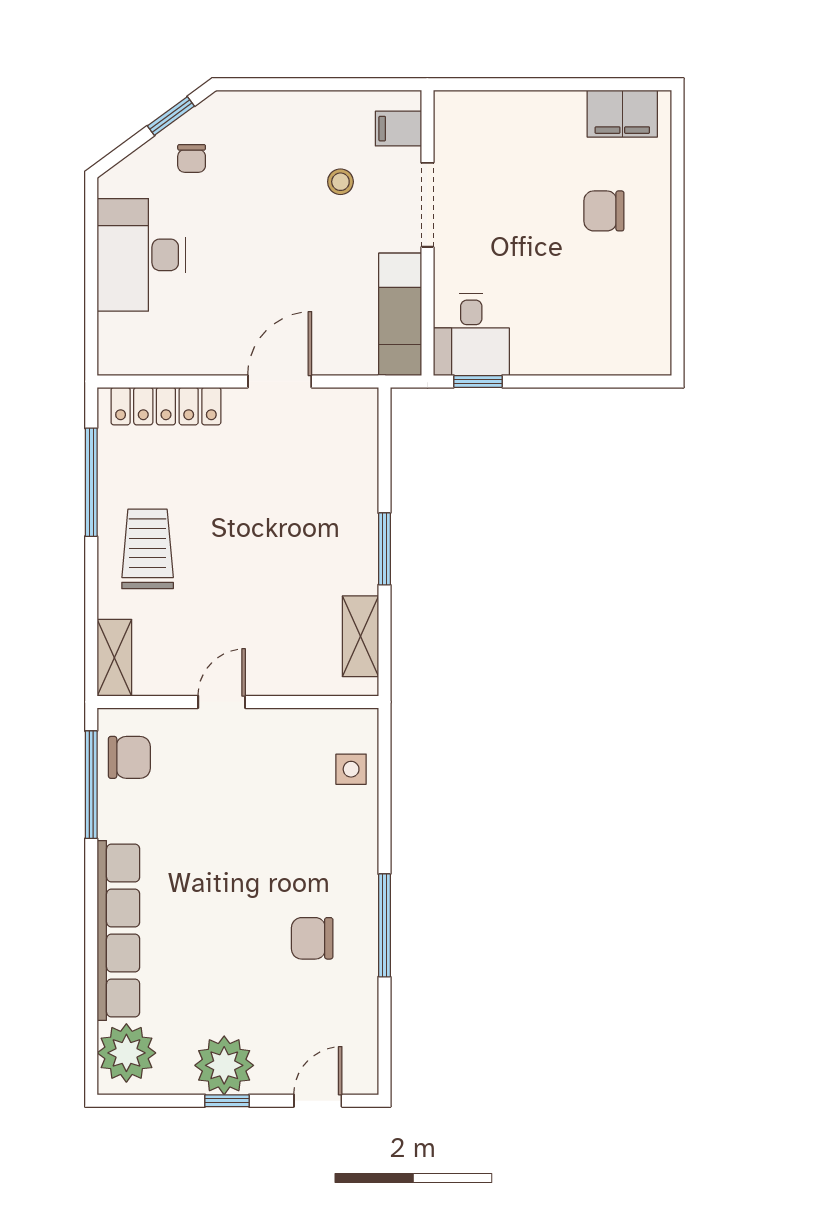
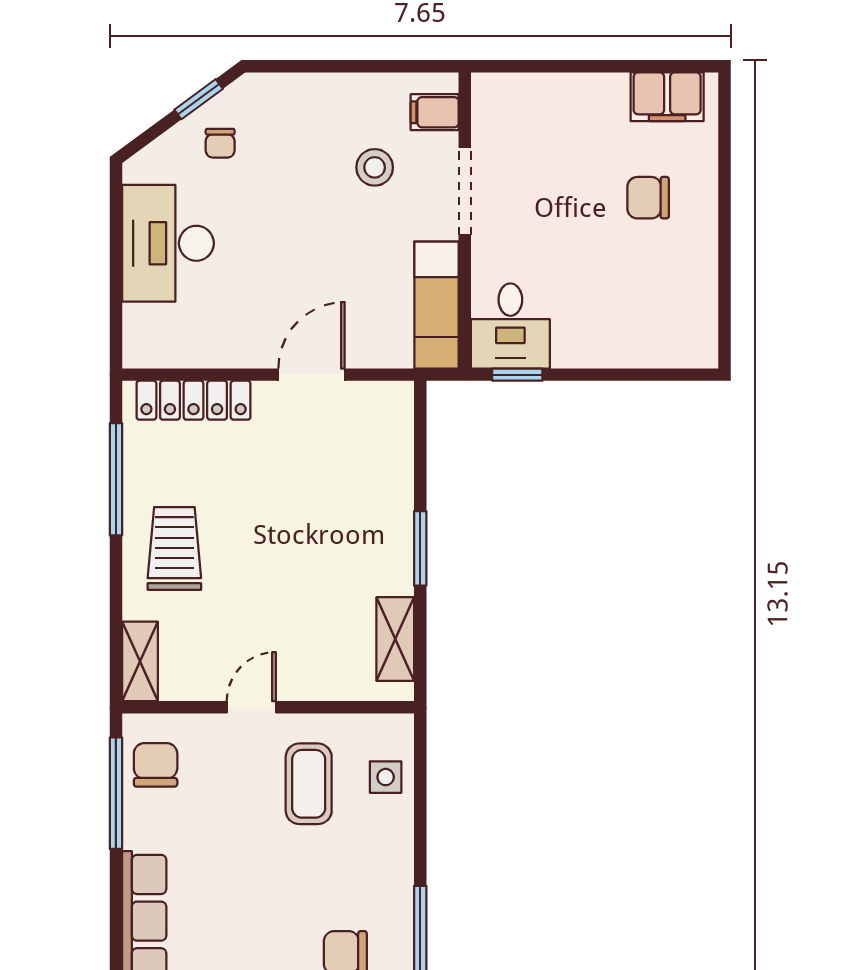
stool: (340, 182) -> (375, 167), width x1.37, depth x1.37
chair: (129, 757) -> (156, 765), turned -90
coffee table: (277, 776) -> (309, 784), added

